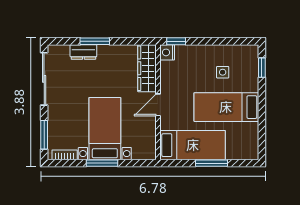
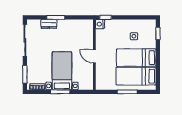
wardrobe: (147, 68) -> (88, 34), removed
door: (158, 105) -> (94, 56), hinge flipped
bed: (193, 145) -> (136, 76), moved, turned 180

